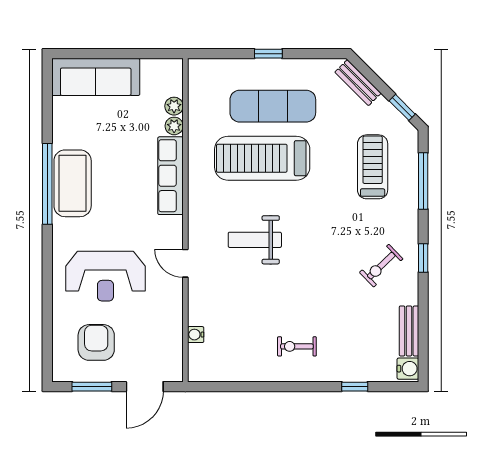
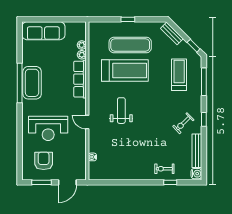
treadmill: (262, 158) -> (125, 71), turned 180
weight bench: (255, 240) -> (121, 111), turned 90
bench: (409, 331) -> (197, 151), width x1.36
exercise bike: (297, 346) -> (164, 169), moved

